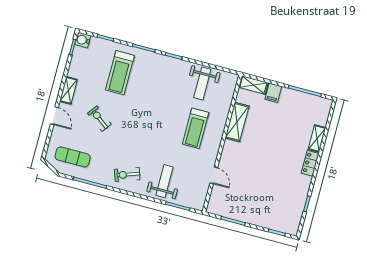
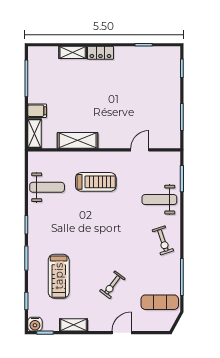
treadmill: (120, 73) -> (59, 276), turned 90
shelving: (68, 90) -> (74, 325), moved
exercise mat: (73, 157) -> (160, 302), turned 90

